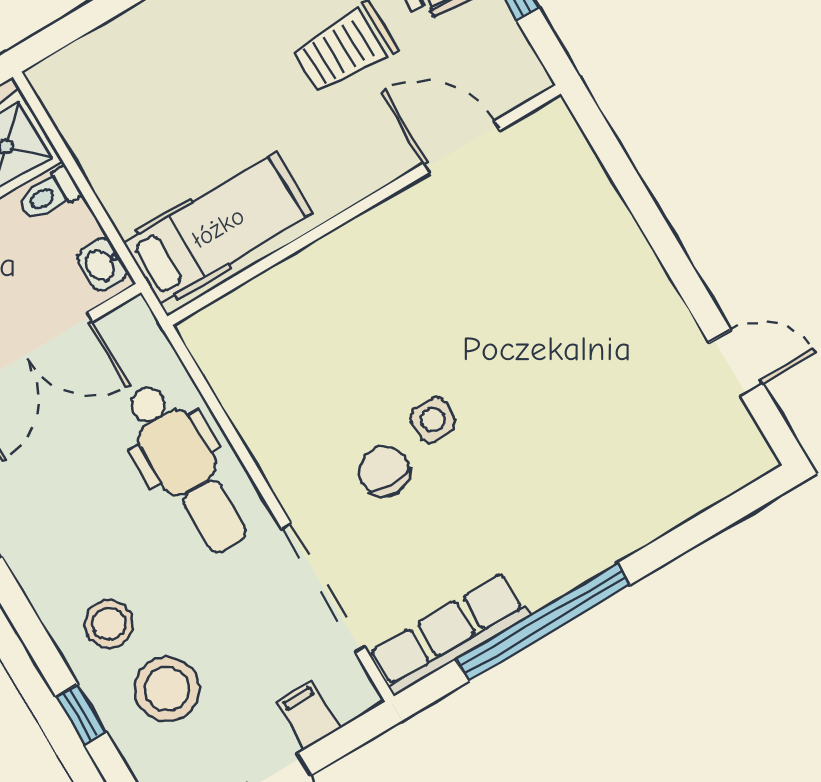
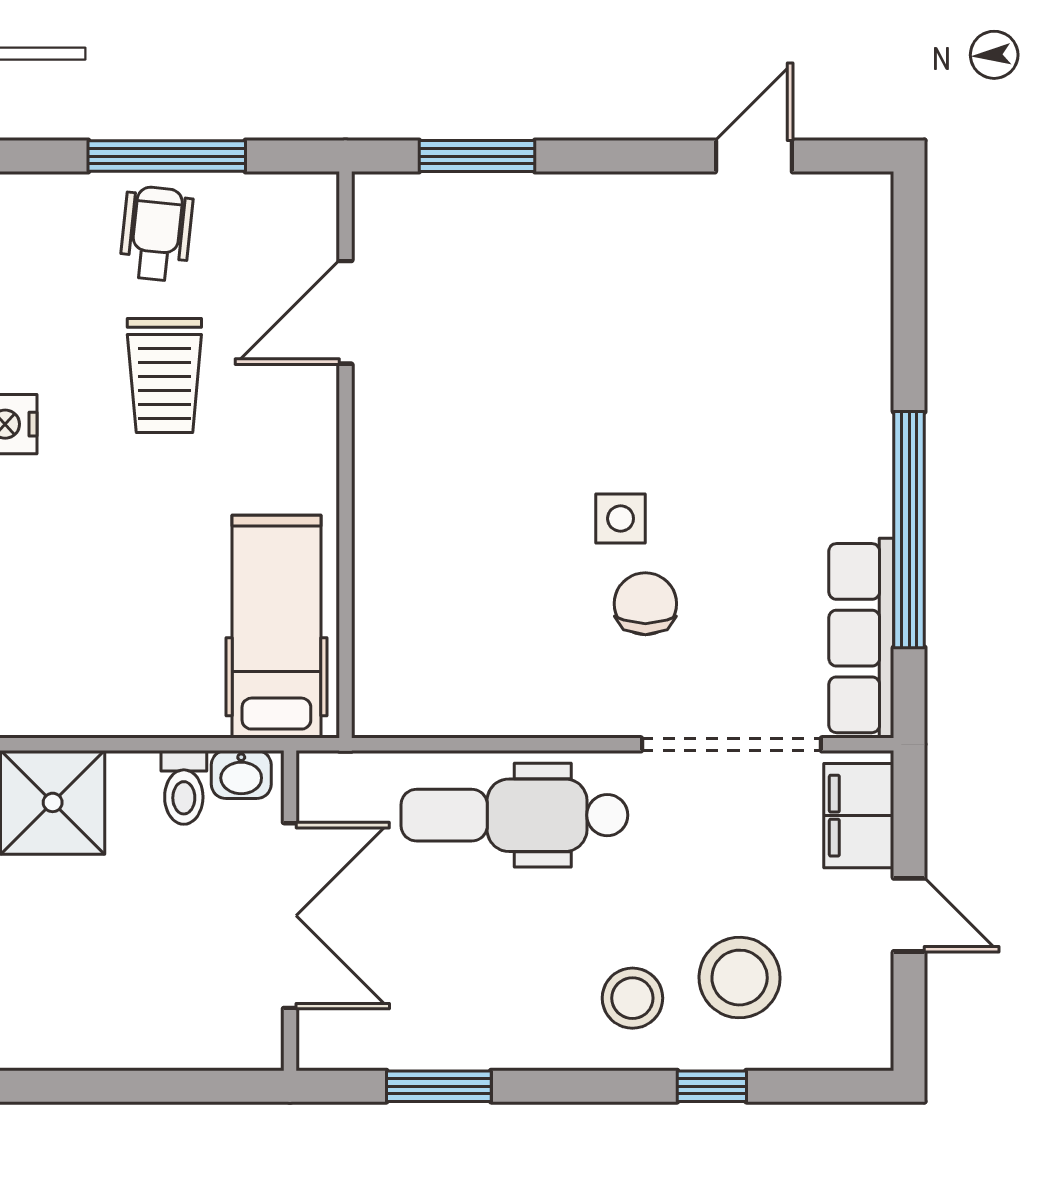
window: (623, 173) -> (477, 156), added
toilet: (49, 195) -> (184, 787), moved
dental chair: (186, 468) -> (514, 815), turned 180
chair: (385, 472) -> (645, 604), turned 90
filing cabinet: (309, 715) -> (859, 816), width x2.00

